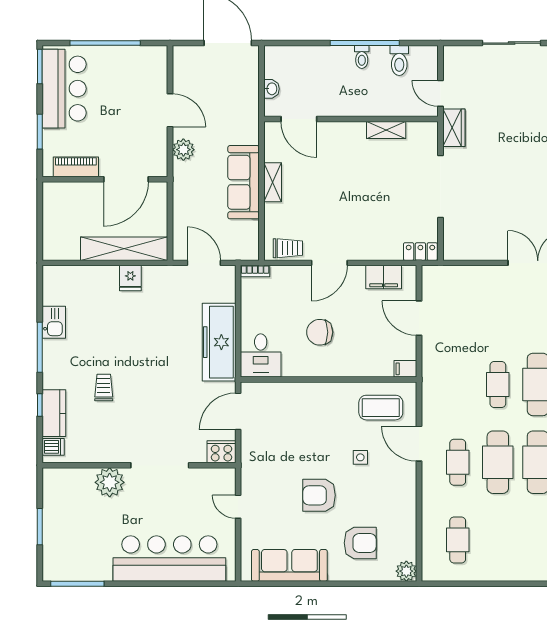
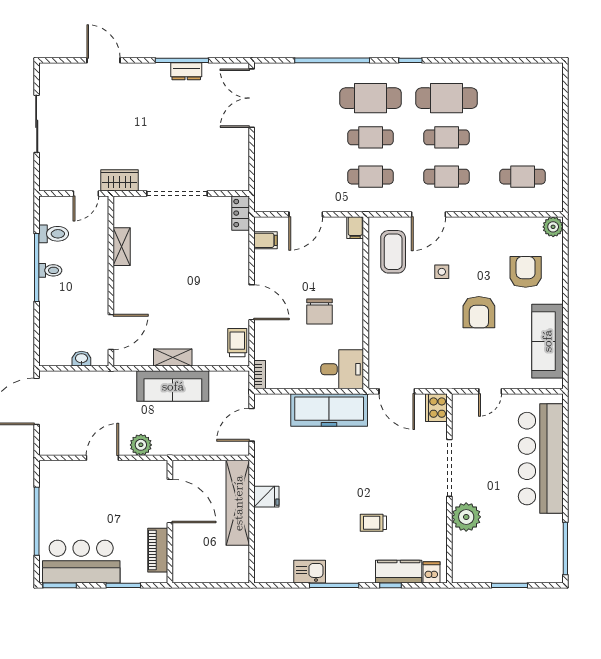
filing cabinet: (384, 277) -> (265, 240), width x0.50
cafe table: (458, 384) -> (371, 177), added
cafe table: (498, 462) -> (447, 137), width x0.73, depth x0.74

